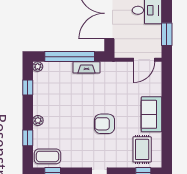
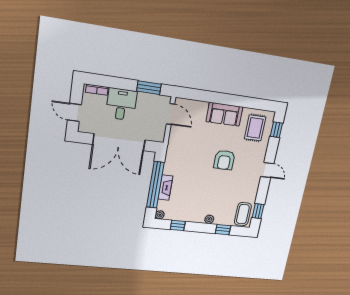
fireplace: (87, 67) -> (165, 188), moved
rug: (142, 149) -> (255, 128), turned 90

